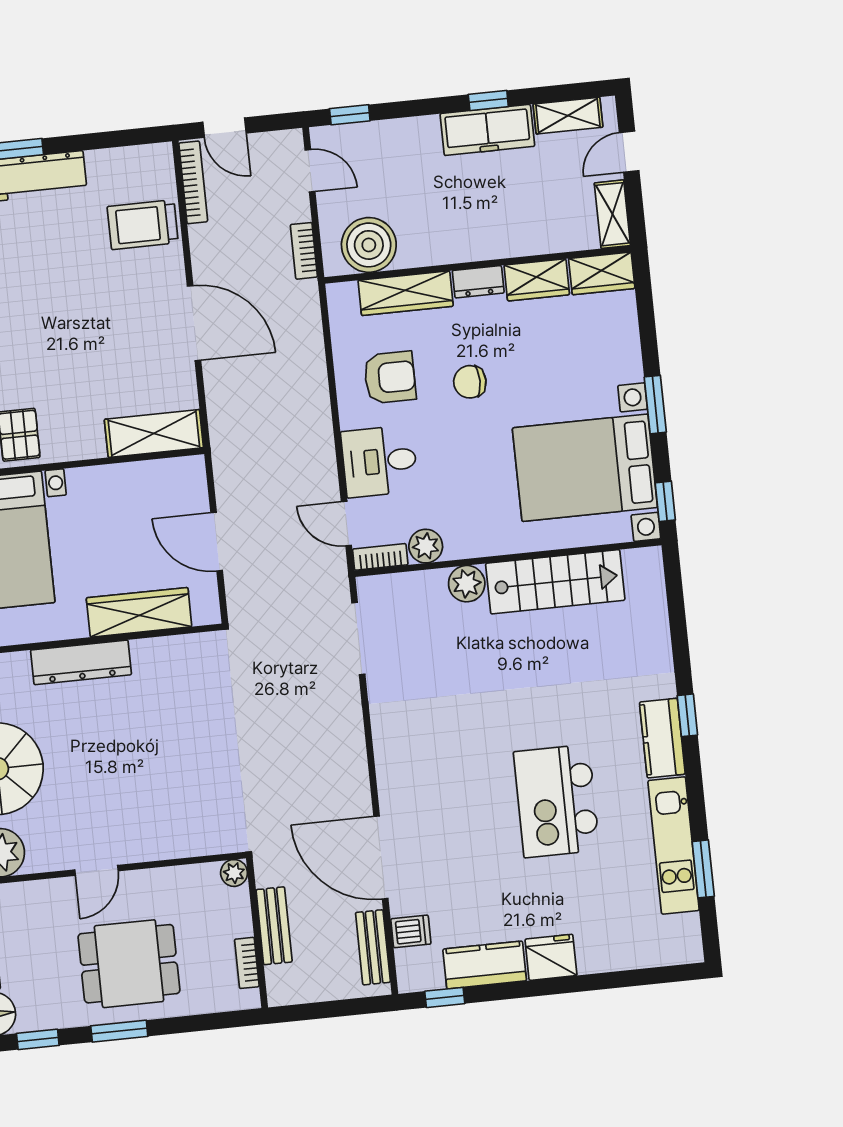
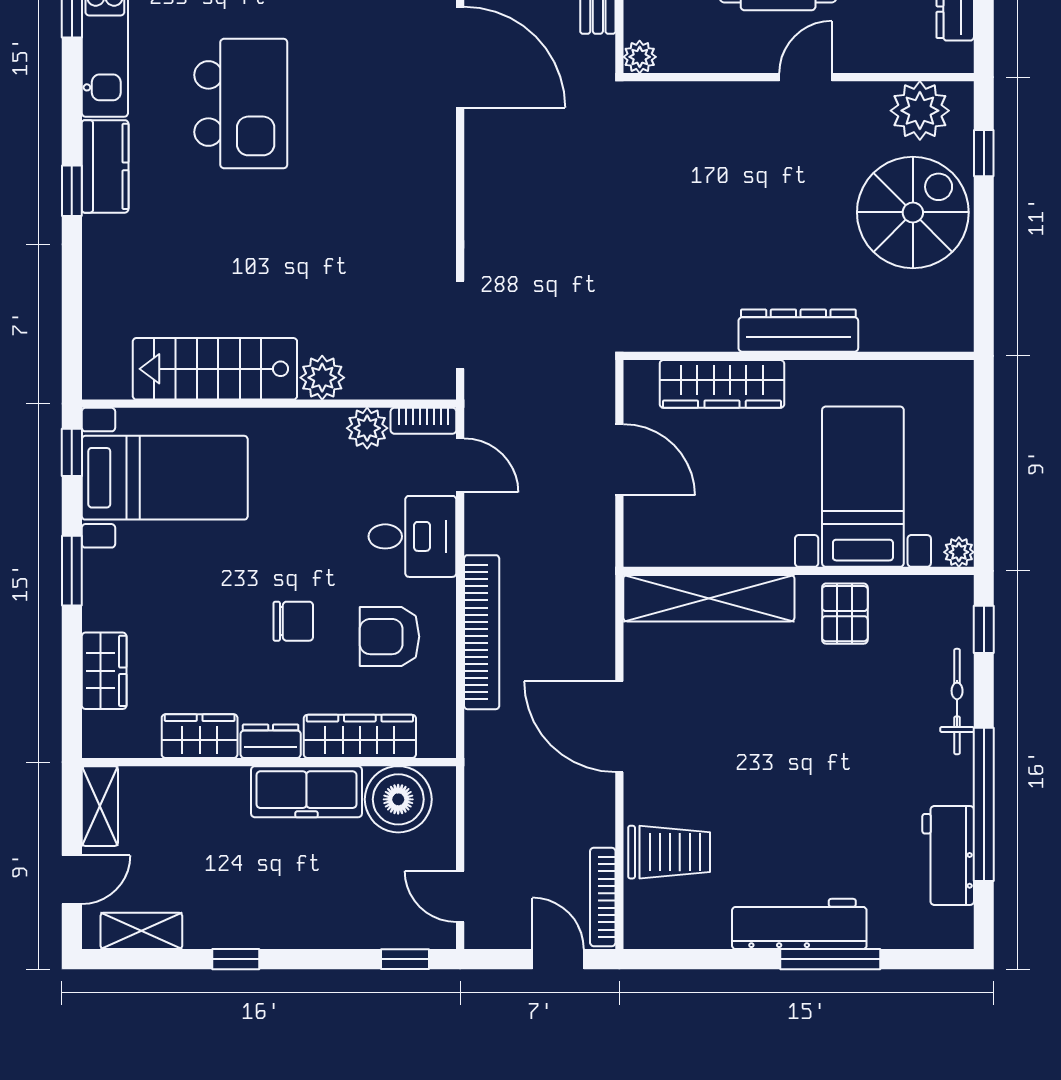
freezer: (487, 130) -> (307, 792), moved, turned 180
bookcase: (304, 251) -> (482, 632), moved, width x2.31, depth x1.31
wardrobe: (602, 273) -> (104, 671), moved, turned 90
shelving: (154, 433) -> (709, 598), width x1.47
bed with nightstands: (585, 468) -> (165, 478), width x0.73

